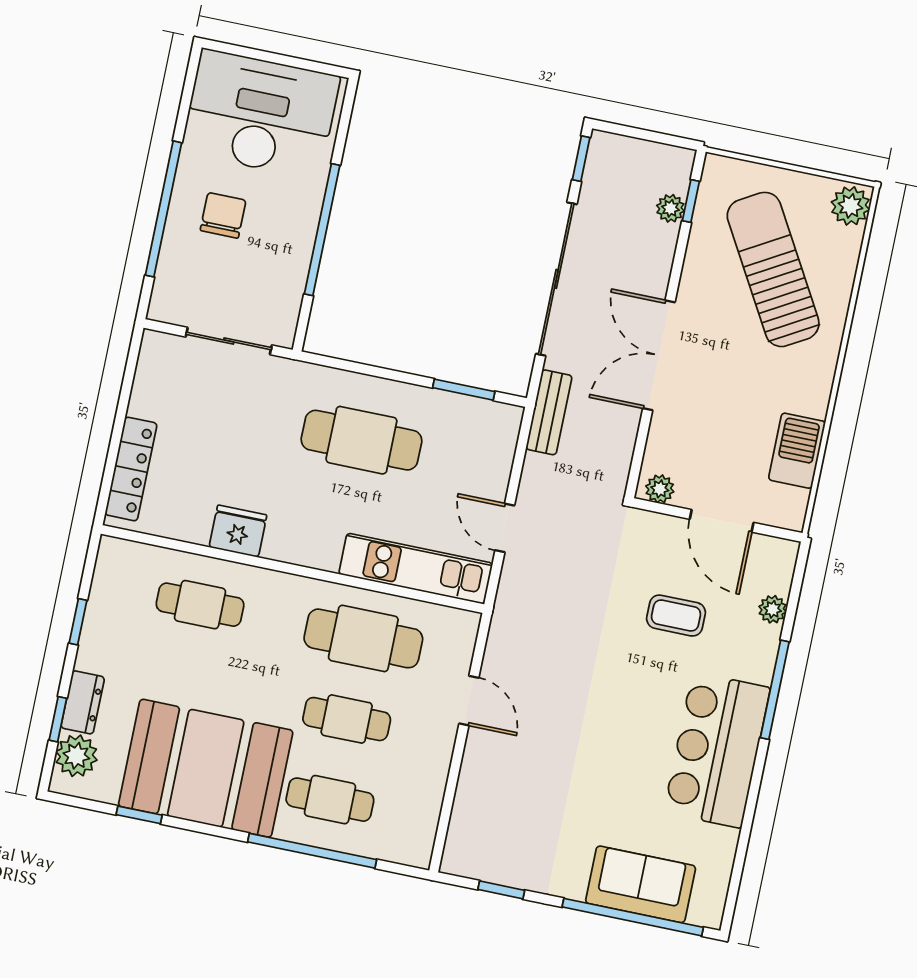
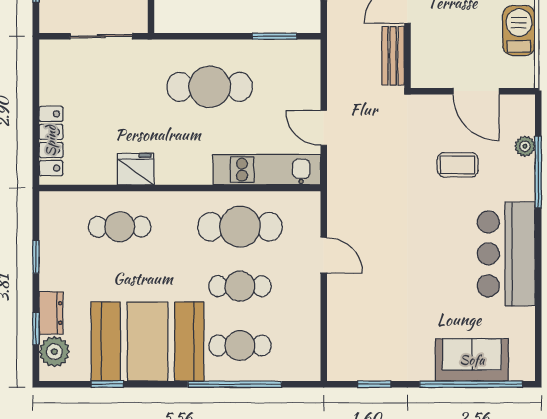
bench: (549, 412) -> (393, 56), moved
plant: (660, 489) -> (428, 78), removed
window: (775, 690) -> (538, 172), moved

